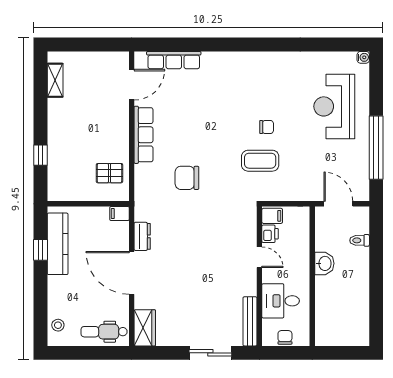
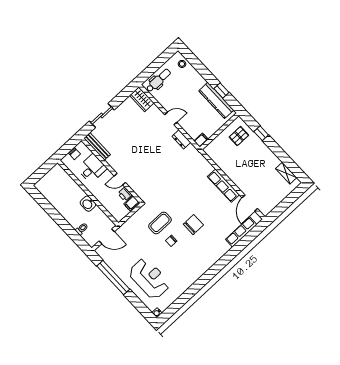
pallet: (109, 173) -> (239, 136), moved
chair: (187, 178) -> (193, 225), moved
door: (132, 273) -> (171, 118), width x0.53

